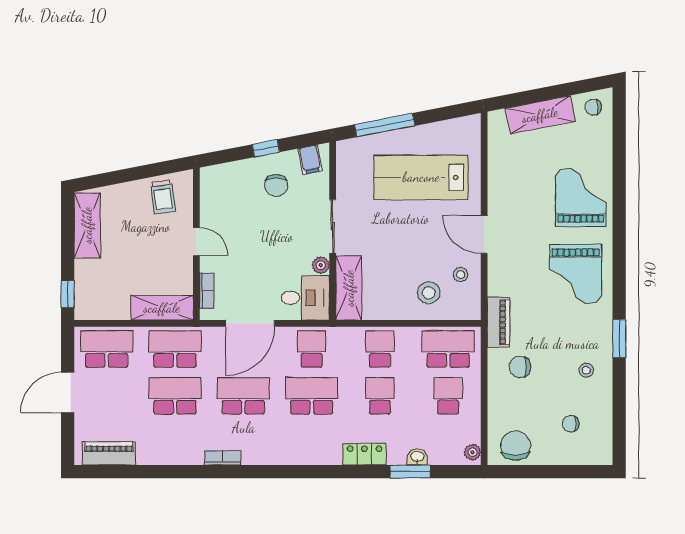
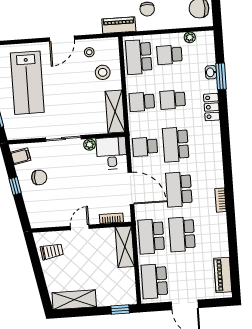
shelving: (349, 288) -> (115, 112), moved, turned 90
plant: (472, 452) -> (190, 37), moved

